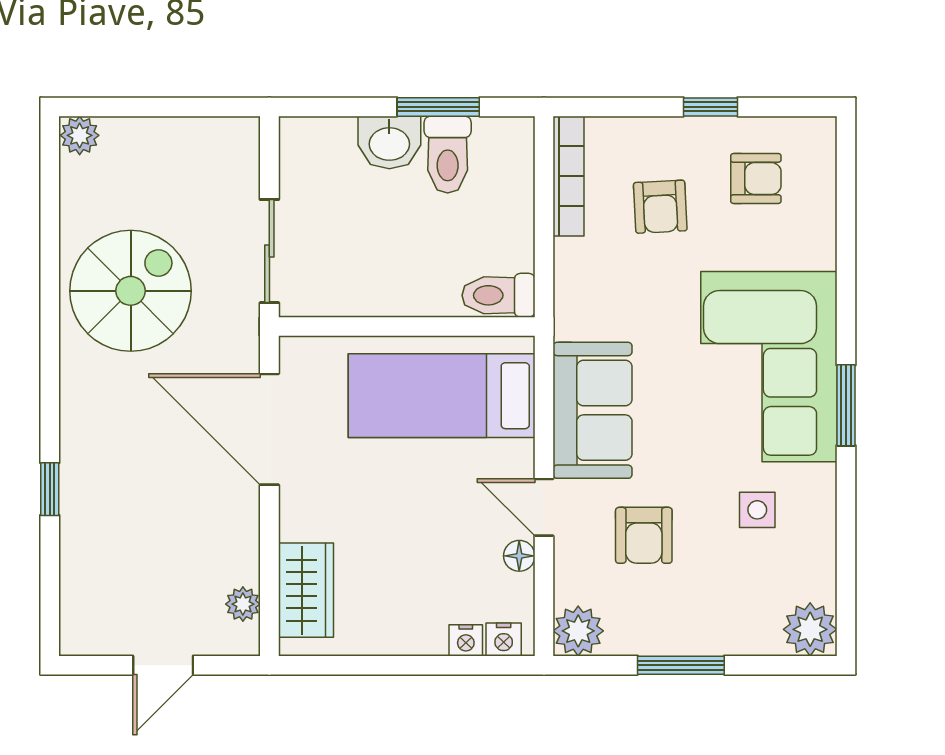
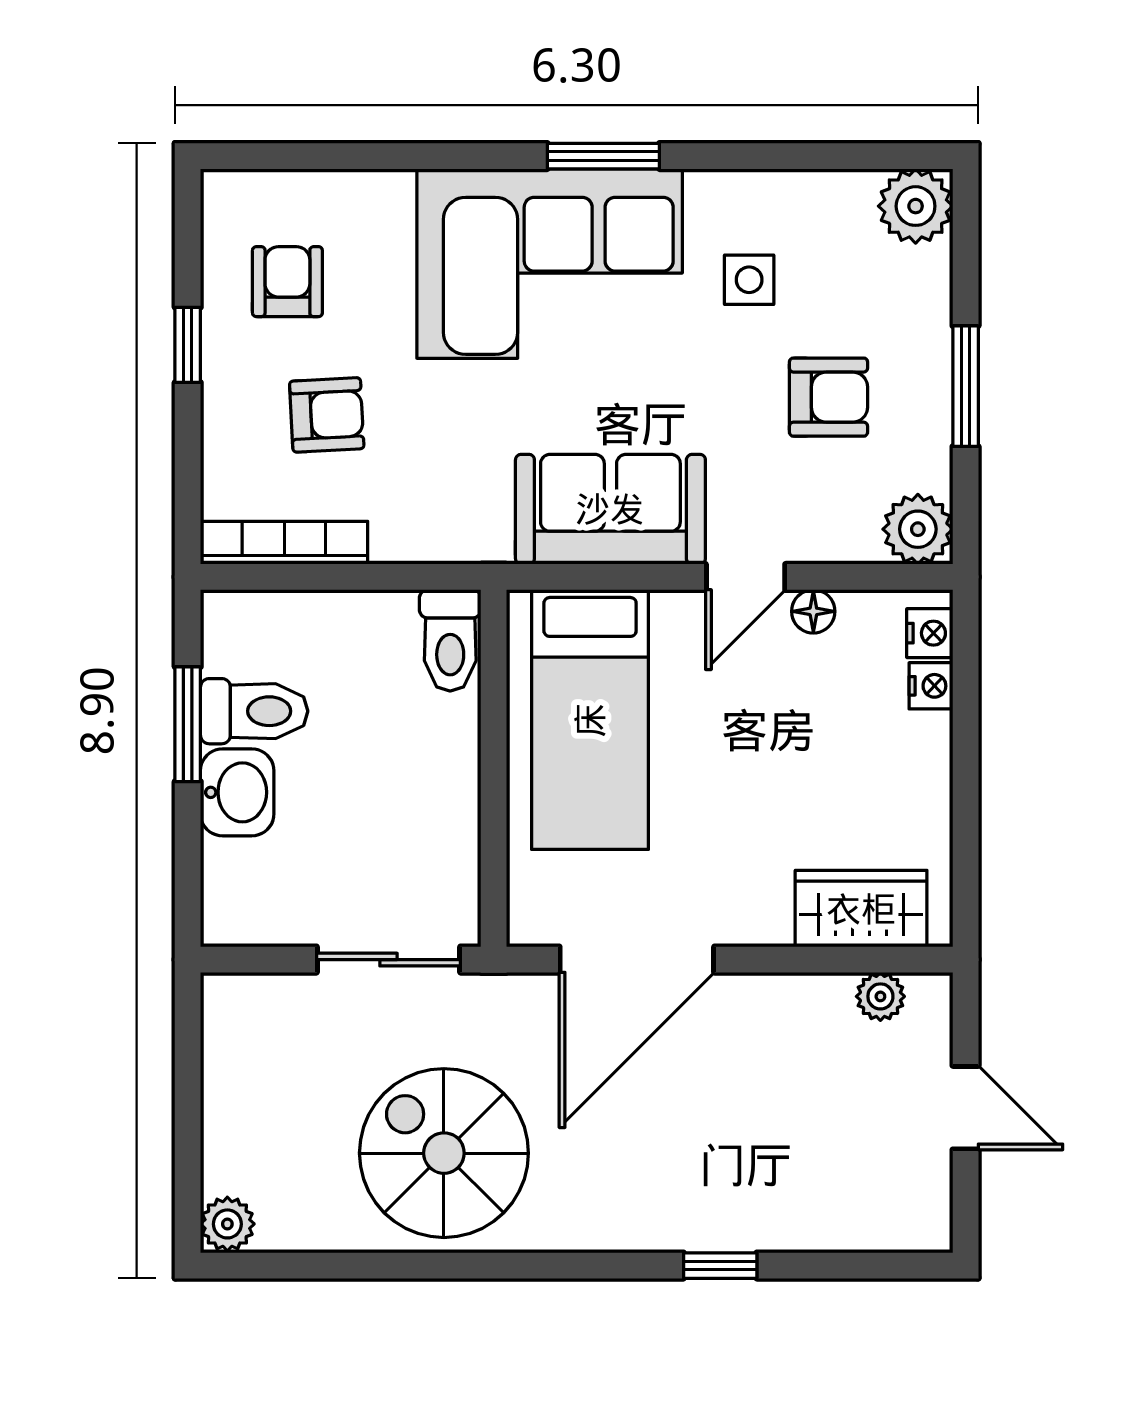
armchair: (644, 535) -> (829, 397), moved

